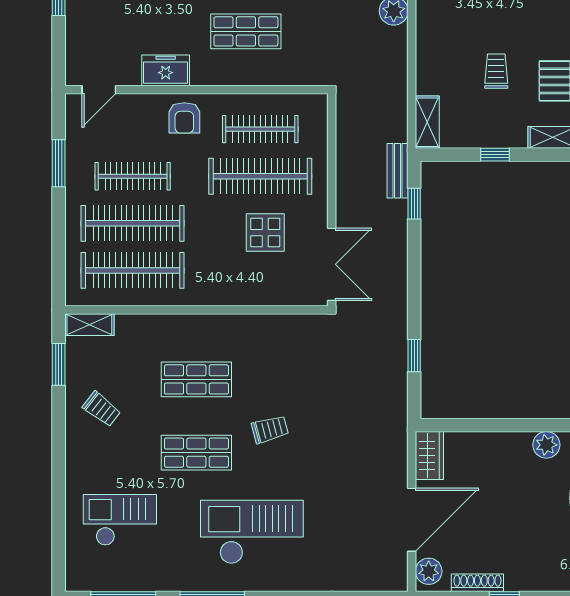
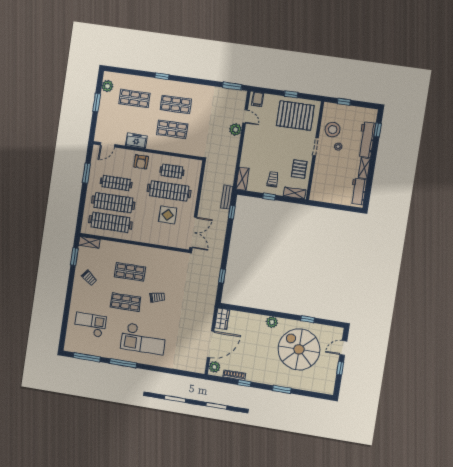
trolley: (496, 71) -> (273, 179), moved
clothes rail: (260, 129) -> (172, 171), width x0.73
checkout: (252, 532) -> (144, 339), turned 180

